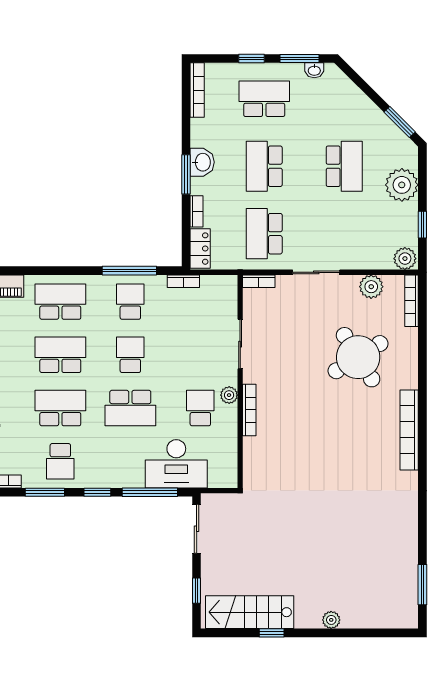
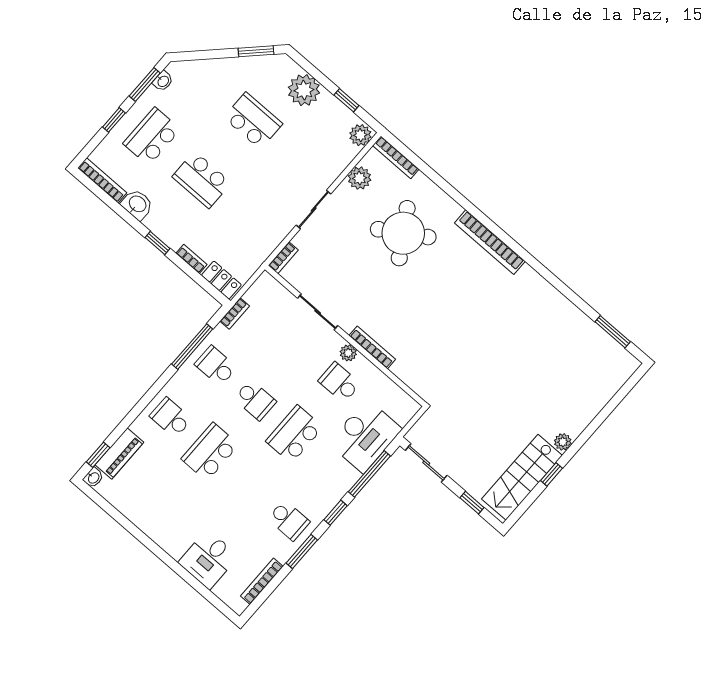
washbasin: (202, 162) -> (137, 204), moved
window: (186, 174) -> (157, 243), width x0.67
school desk: (264, 234) -> (252, 223), removed
school desk: (60, 302) -> (171, 418), width x0.54
school desk: (130, 355) -> (255, 400), turned 180
school desk: (60, 408) -> (249, 486), removed
school desk: (130, 408) -> (294, 434), turned 180
plant: (331, 620) -> (563, 442), moved

